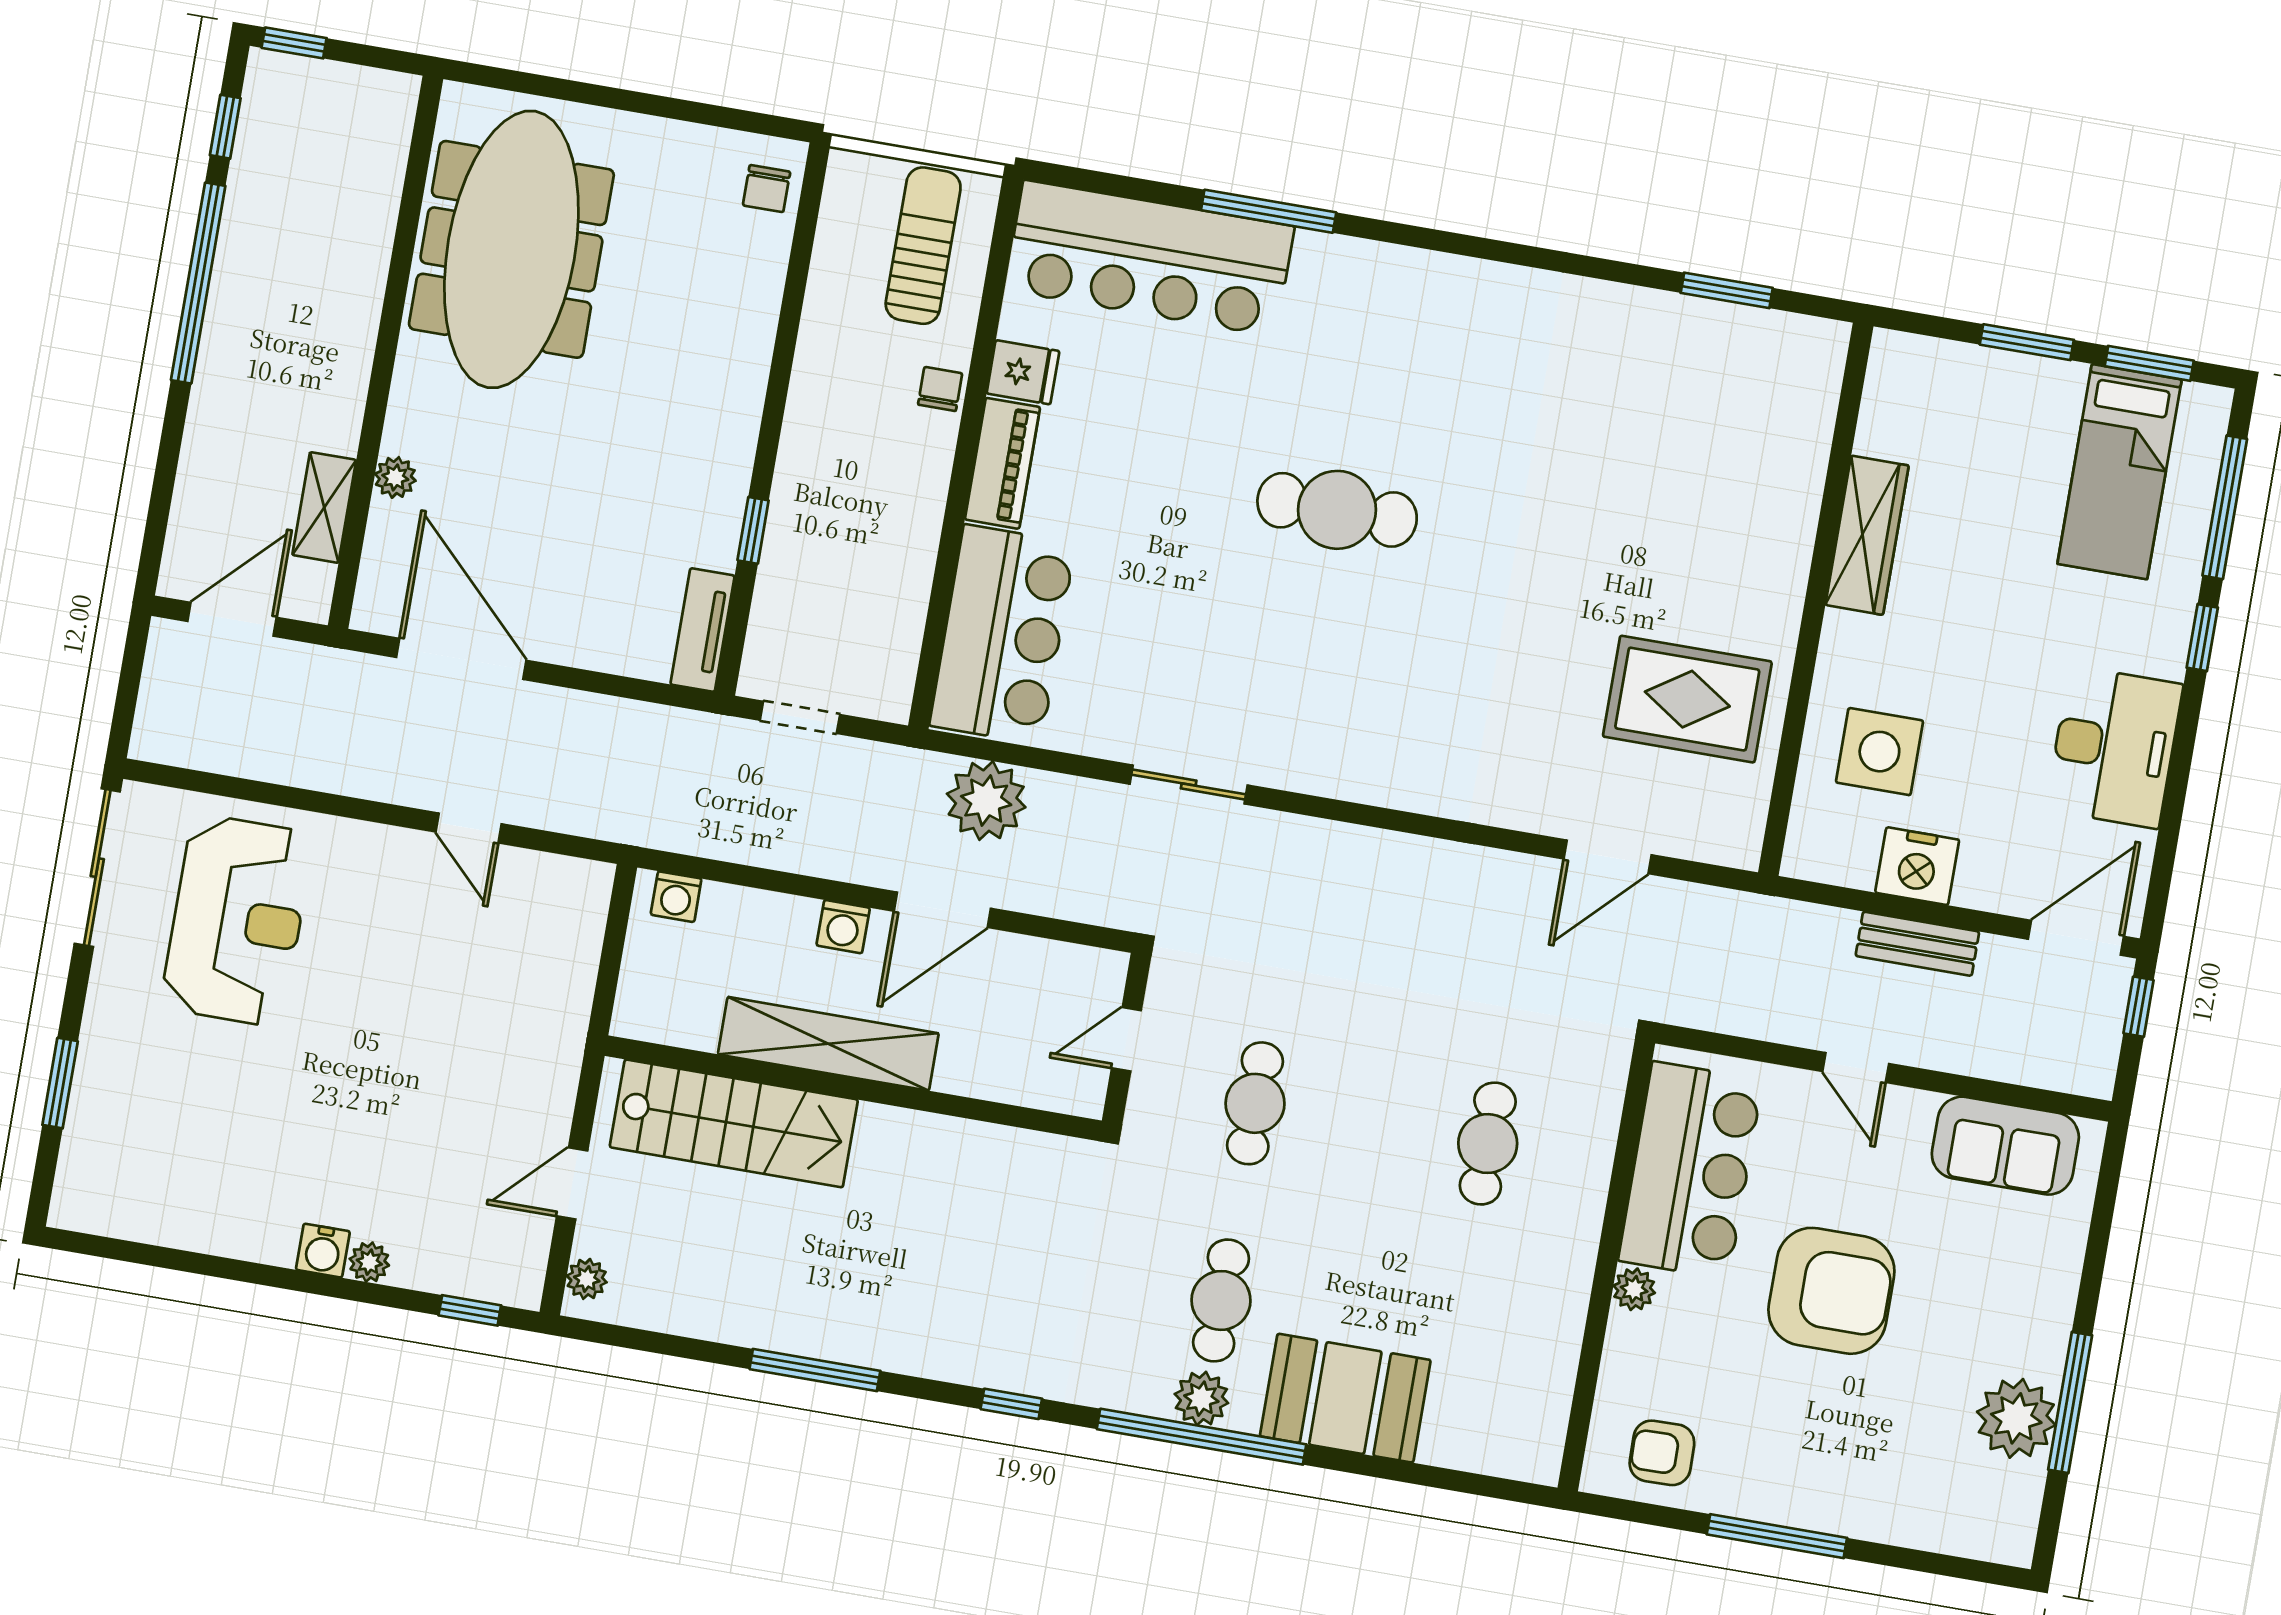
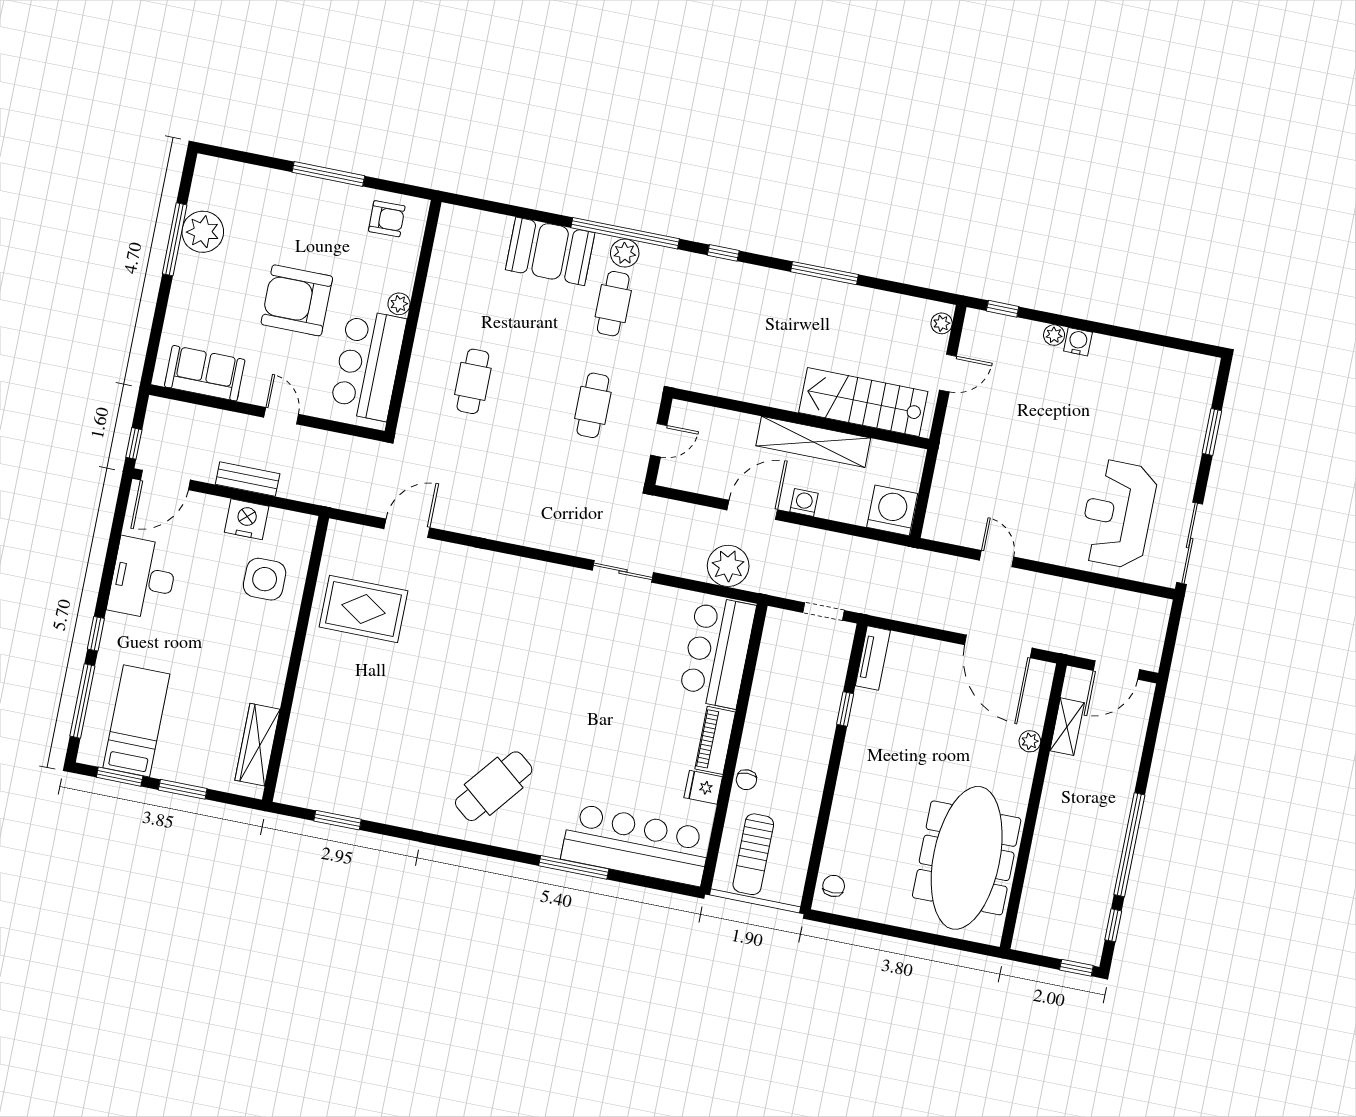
cafe table: (1337, 510) -> (494, 786), moved, turned -51
wardrobe: (1867, 535) -> (257, 745), moved
washing machine: (676, 897) -> (892, 510), width x1.89, depth x1.89

